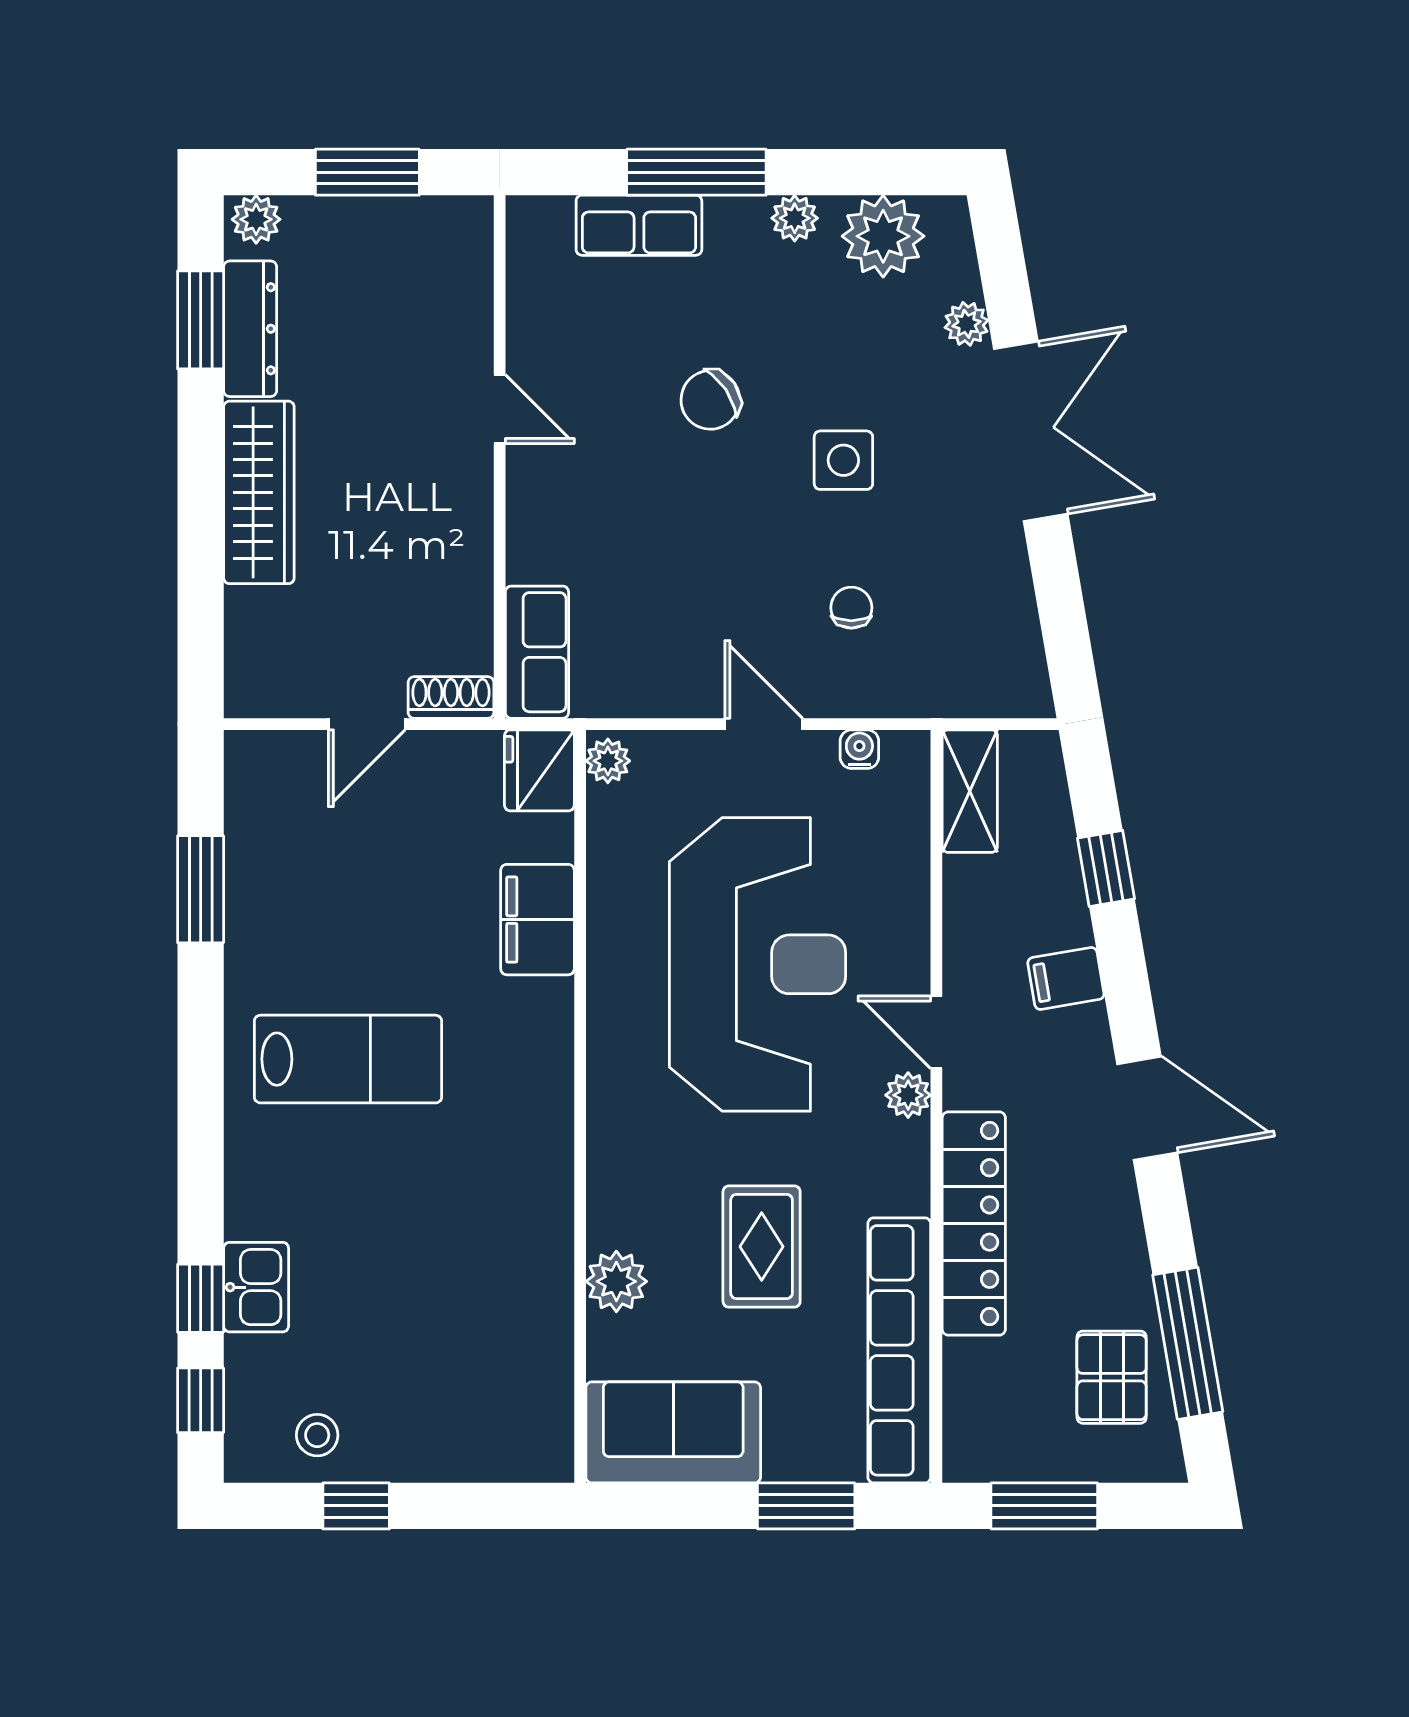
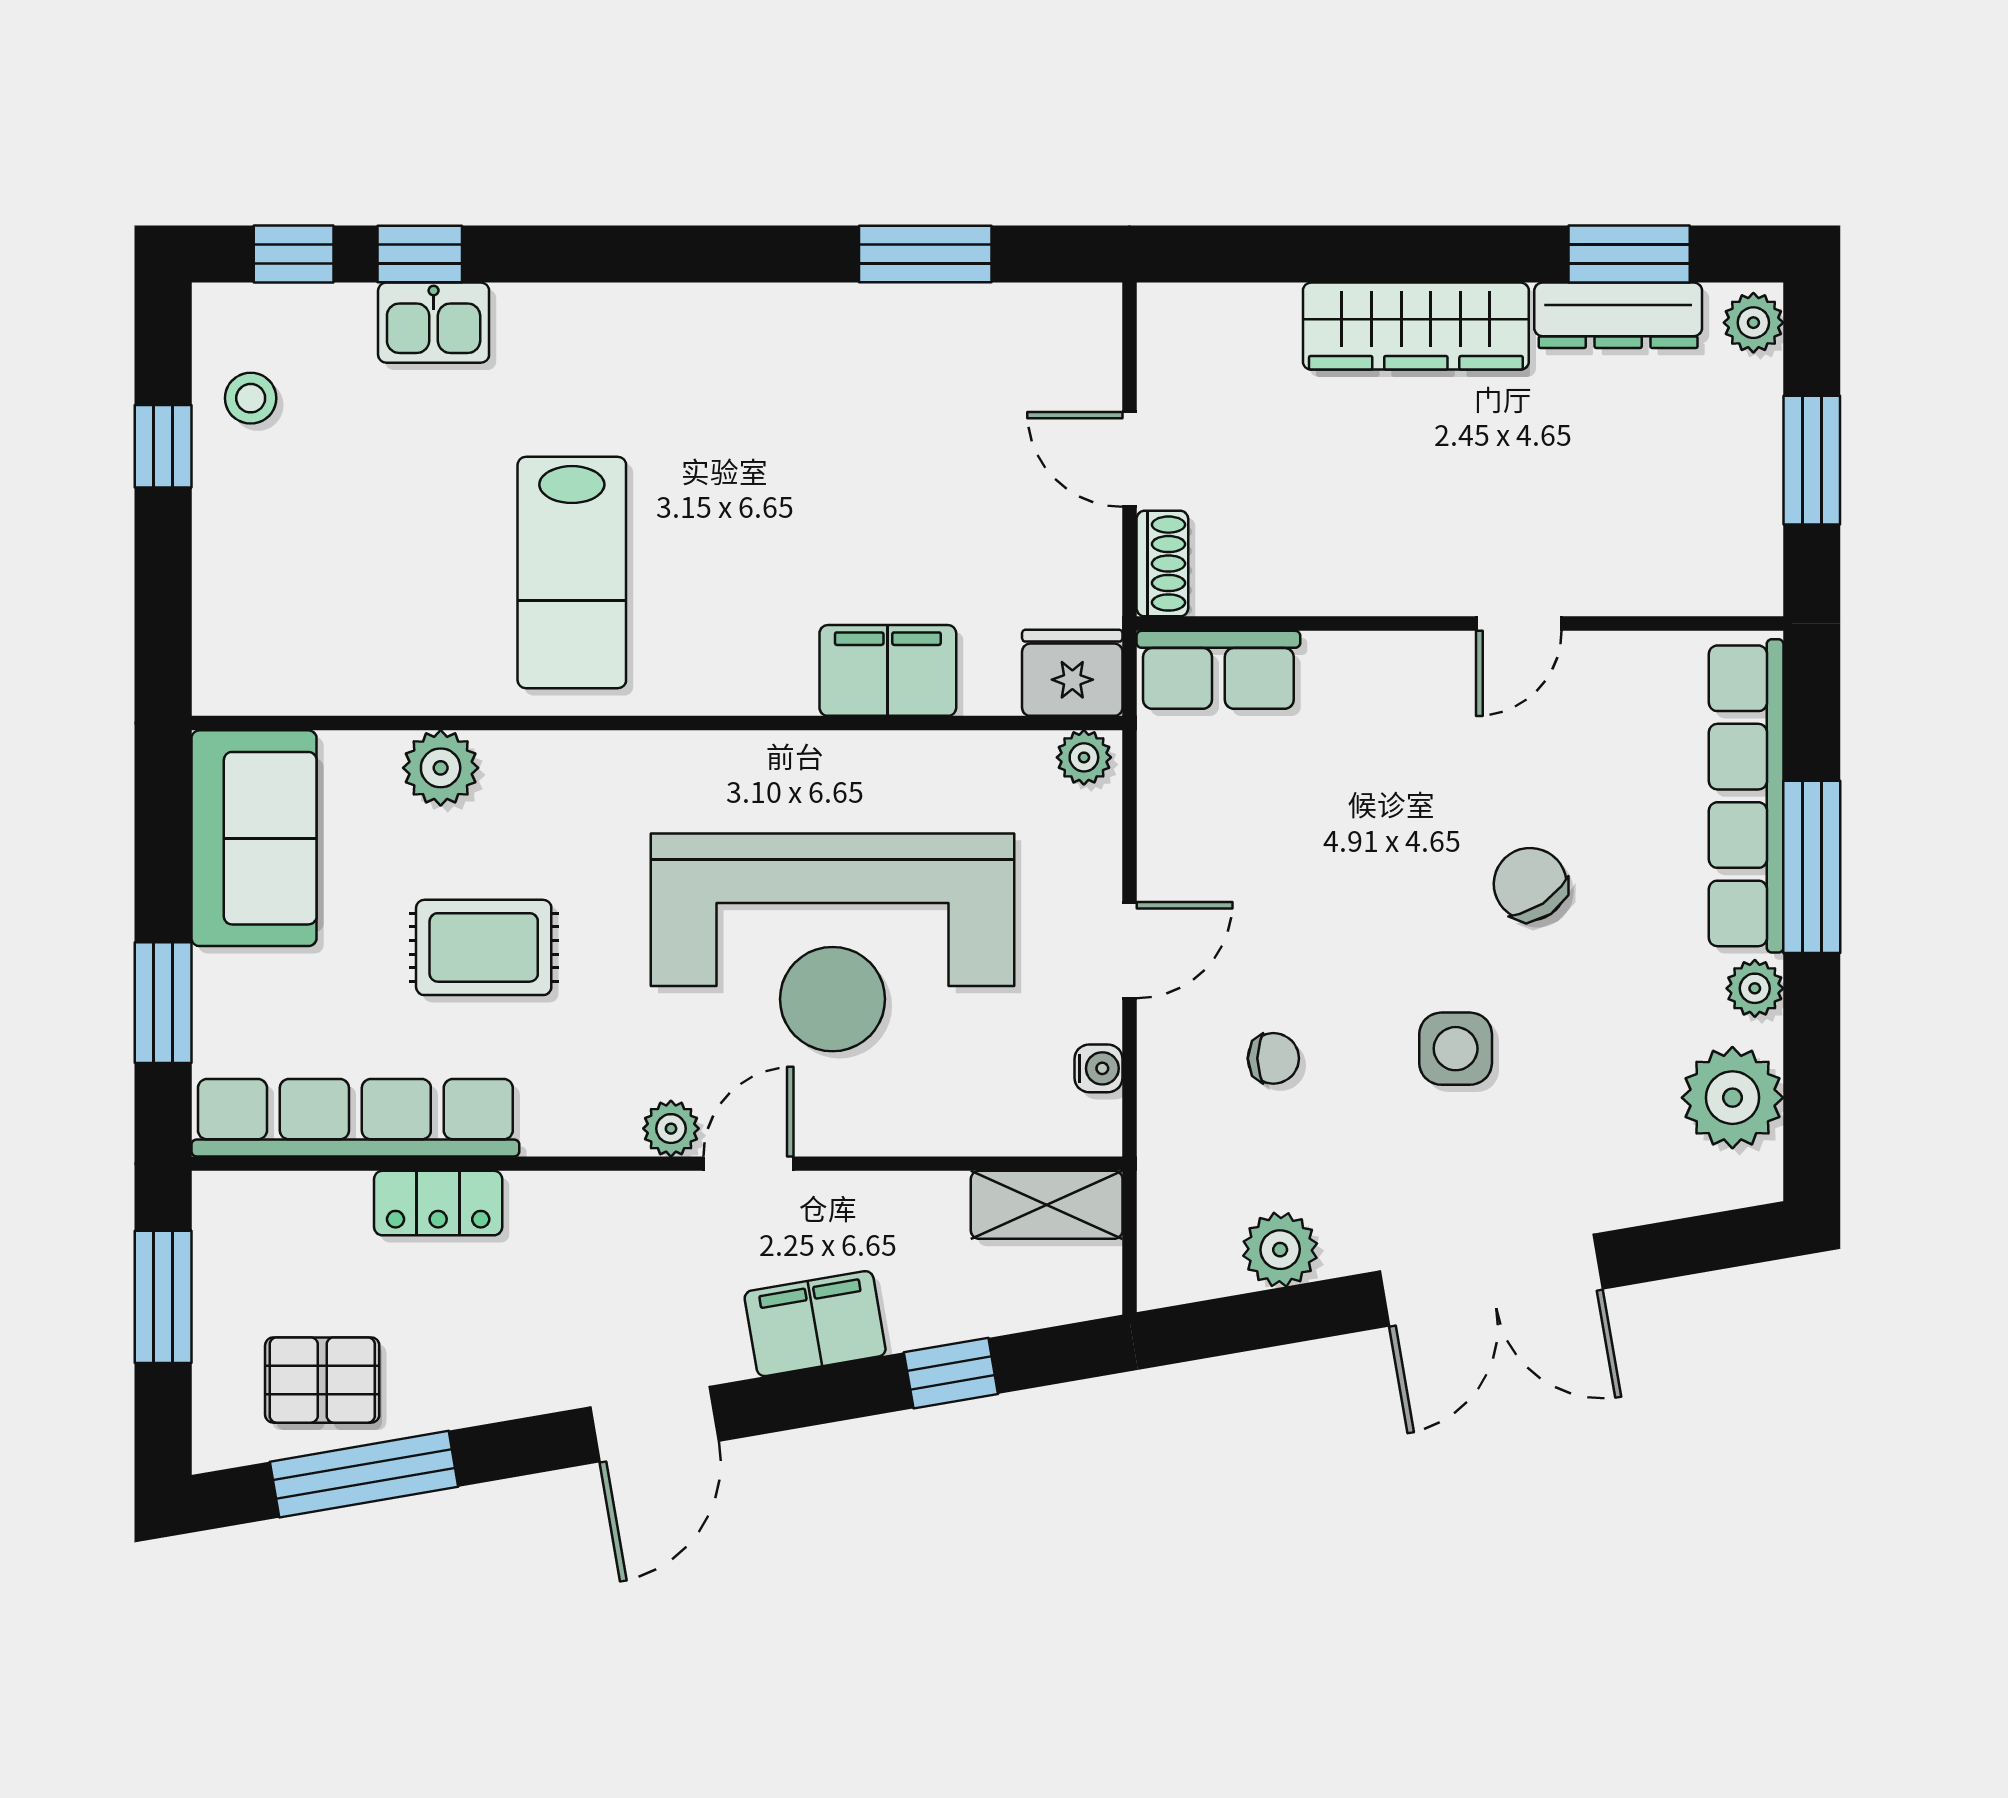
row of seats: (639, 225) -> (1746, 796), width x2.02
plant: (967, 324) -> (1280, 1250), moved, width x1.38, depth x1.38
filing cabinet: (1066, 978) -> (815, 1324), width x2.00
lab bench: (348, 1059) -> (572, 573), moved
locker: (974, 1224) -> (438, 1203), width x0.46, depth x0.83

